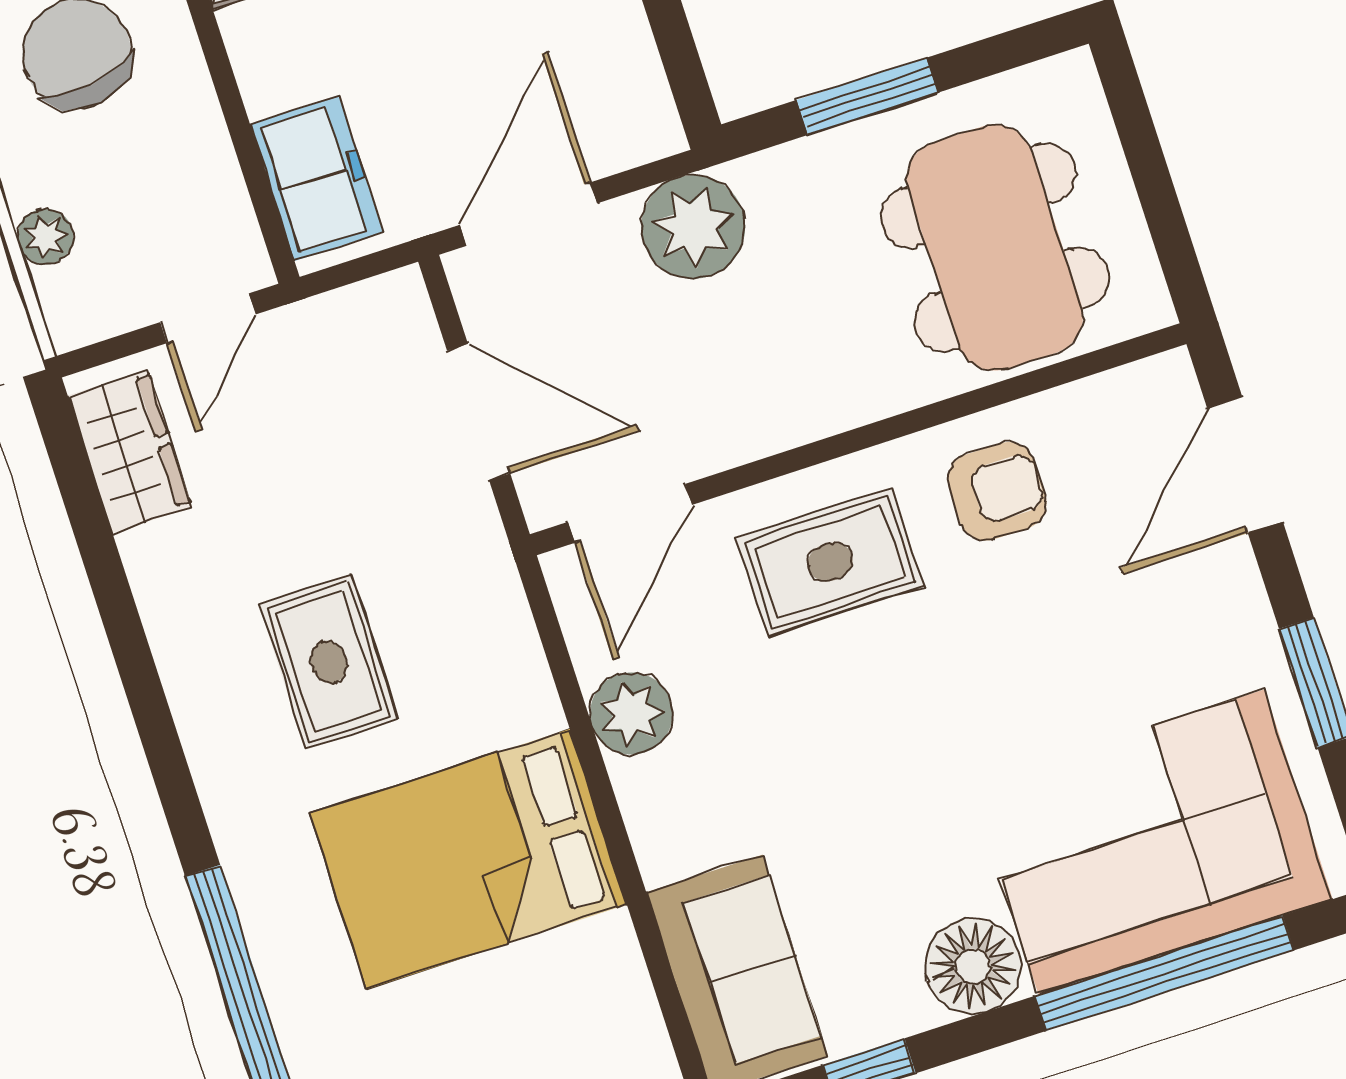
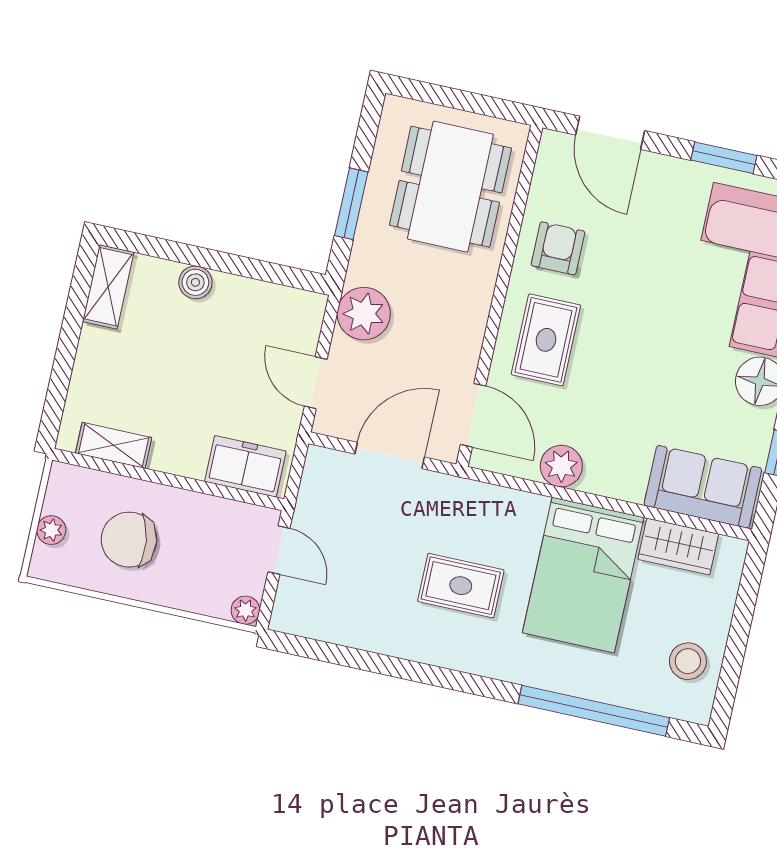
door: (528, 214) -> (316, 383), width x0.73
plant: (45, 237) -> (245, 610), moved
dining table: (995, 248) -> (450, 187), turned 90
wardrobe: (130, 451) -> (678, 547), moved, turned 180

